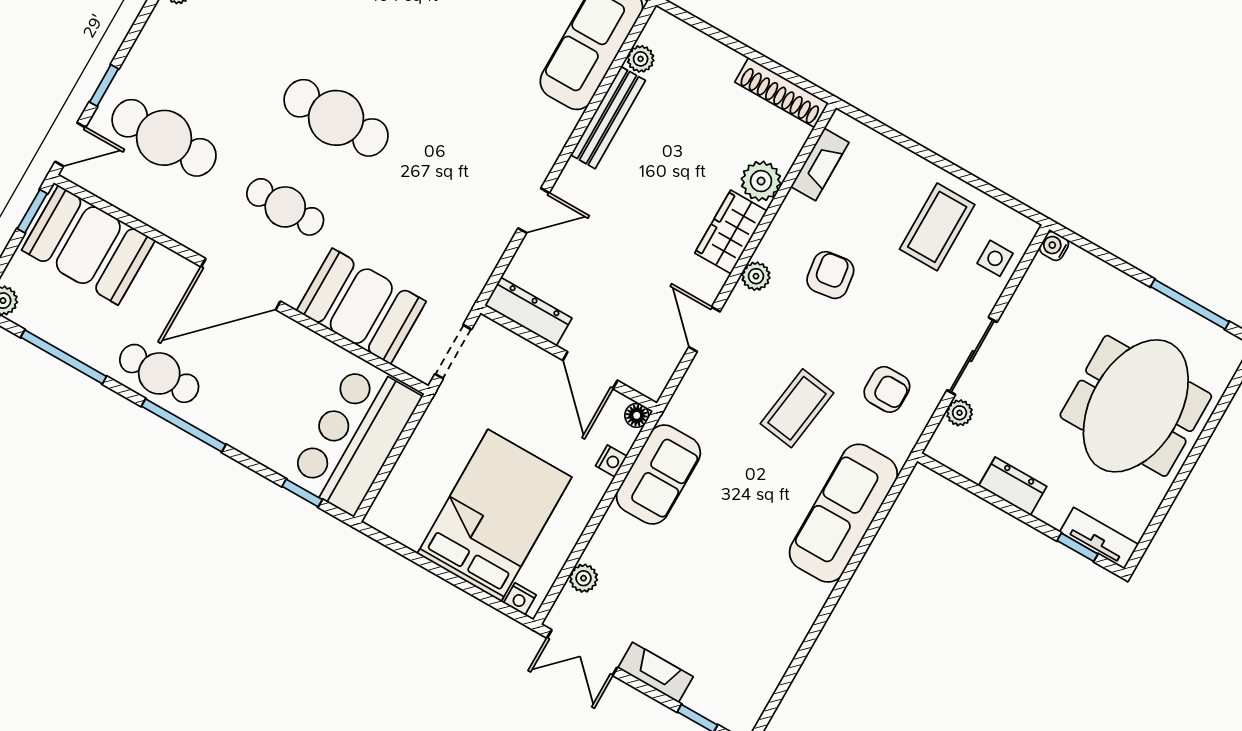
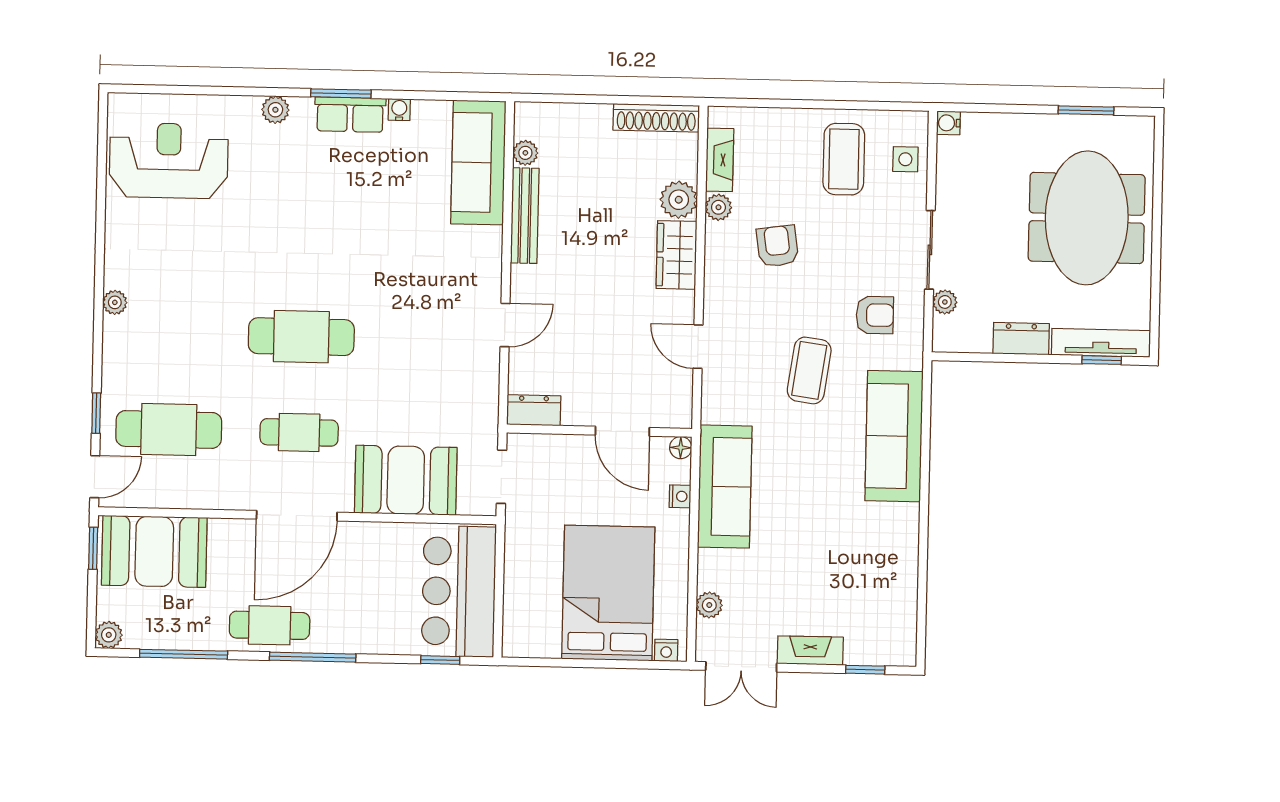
plant: (756, 276) -> (718, 207), moved
window: (1190, 304) -> (1086, 110), width x0.69
dresser: (528, 312) -> (534, 410), width x0.70
sofa: (658, 475) -> (725, 487), width x1.36
tv unit: (1099, 538) -> (1101, 343), width x1.41

